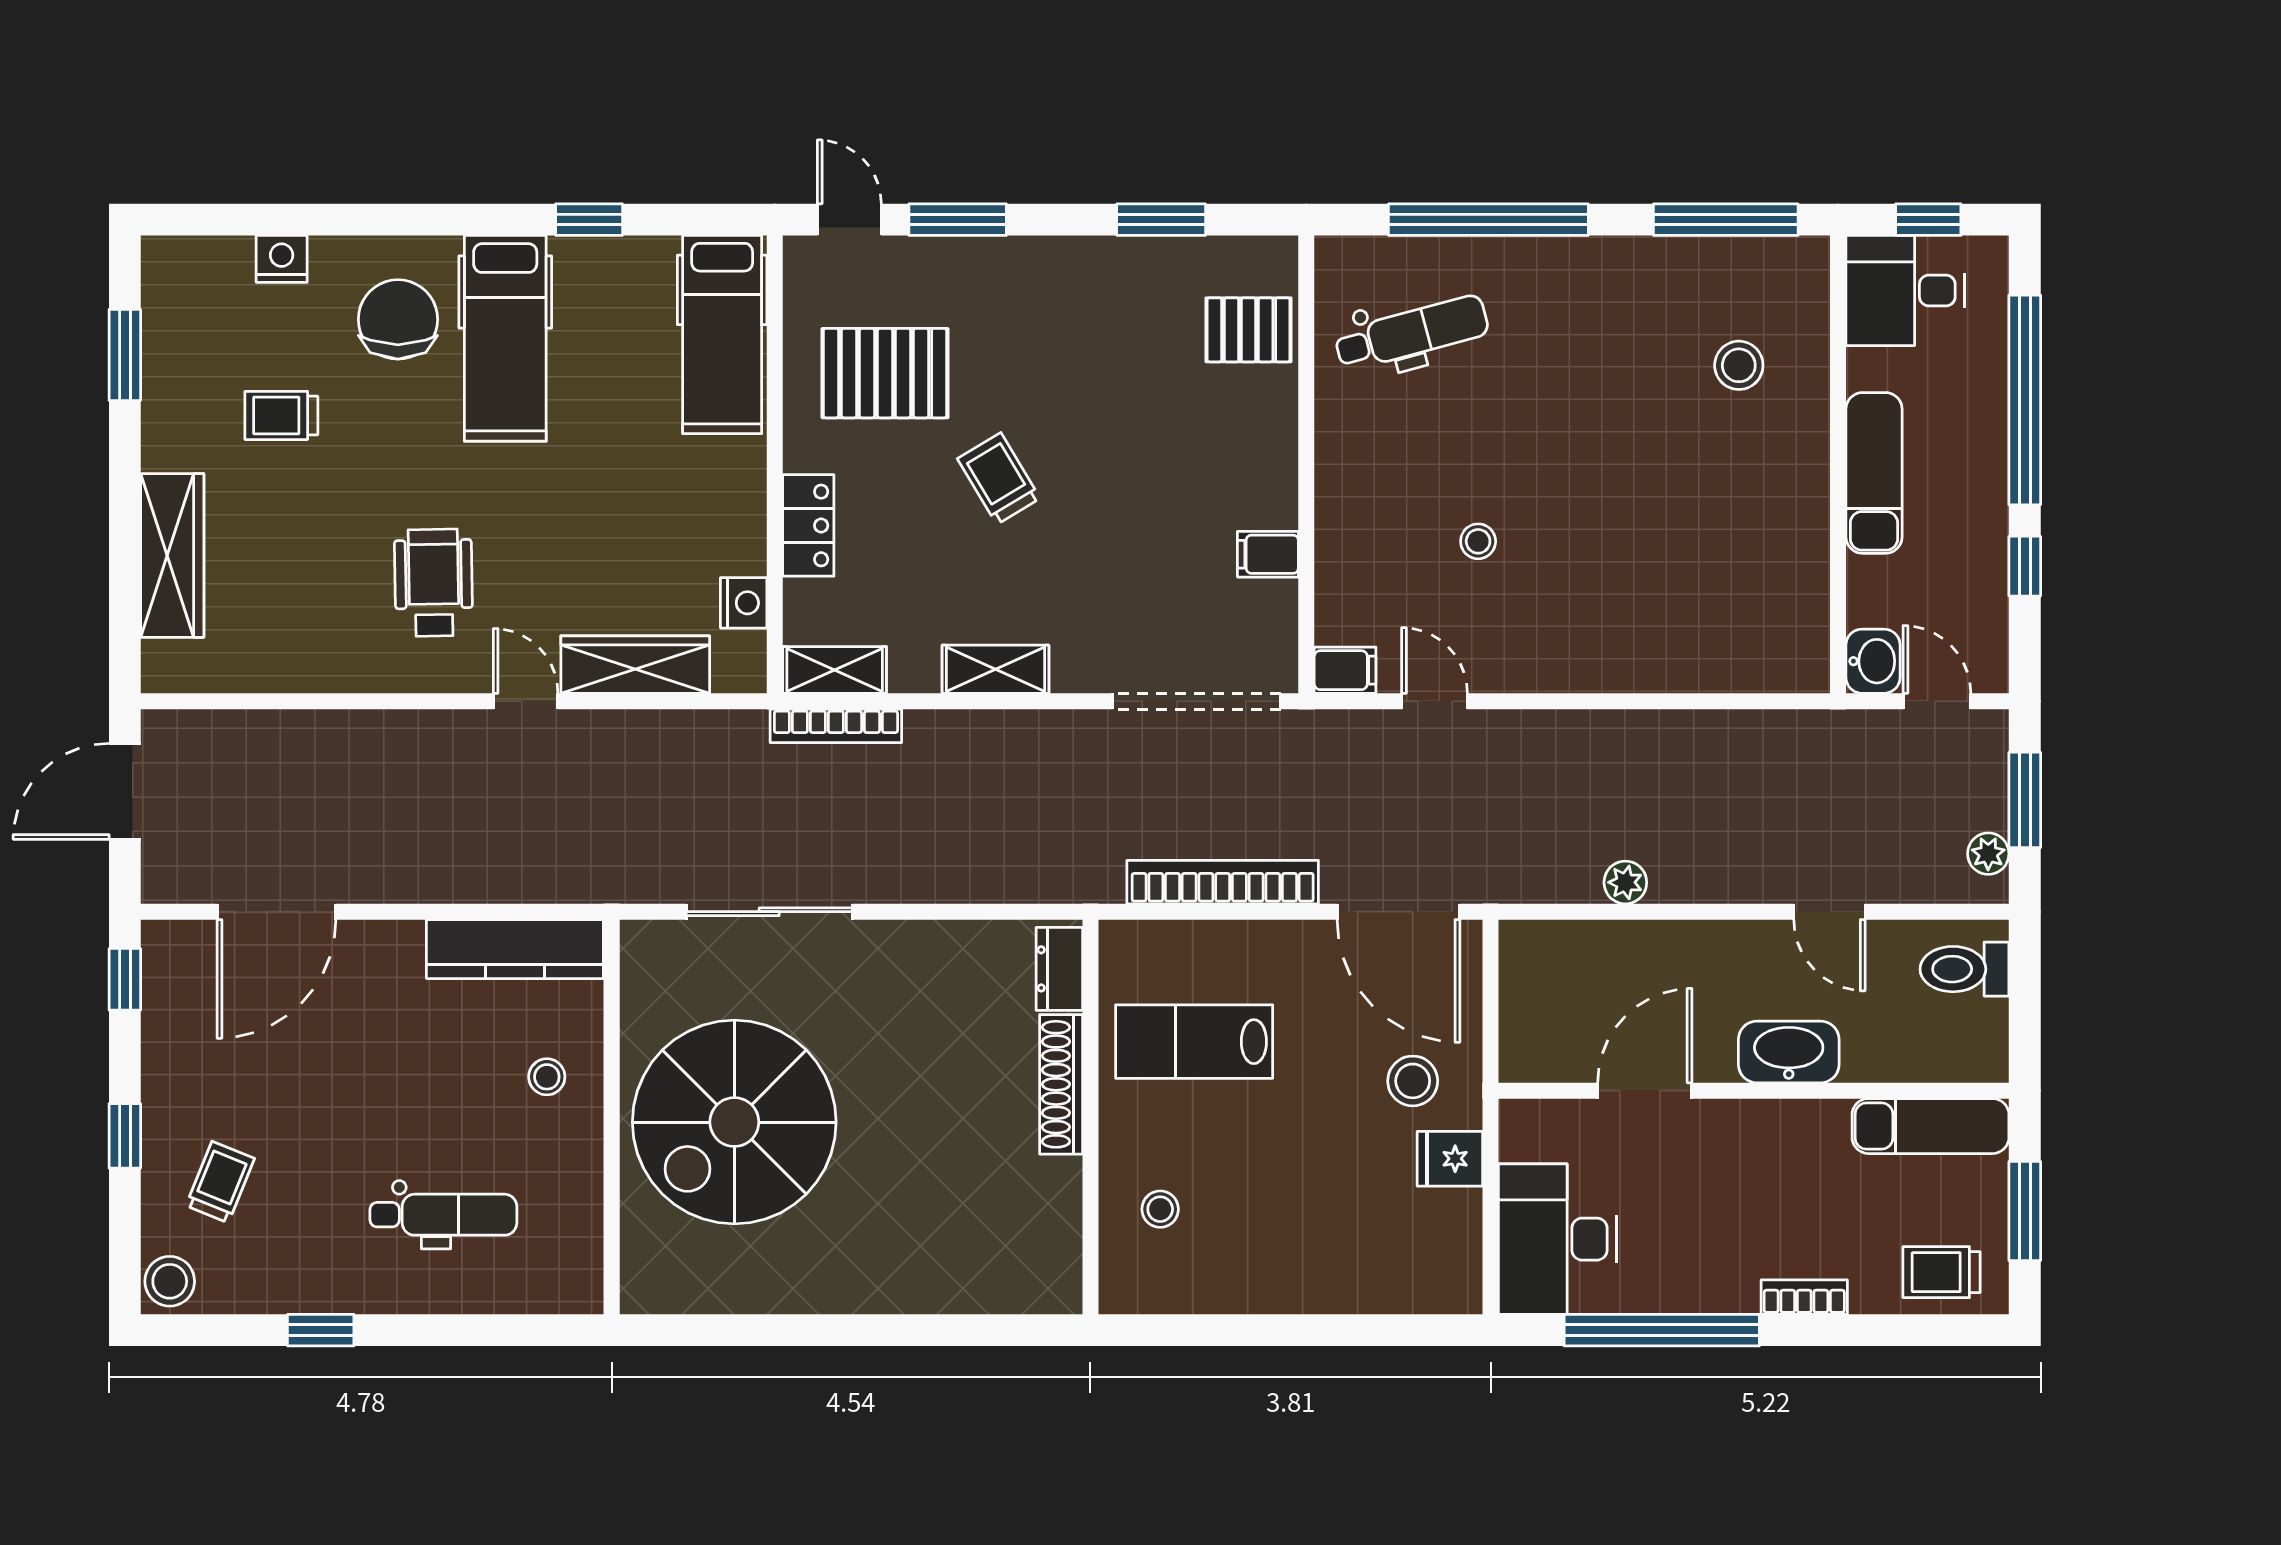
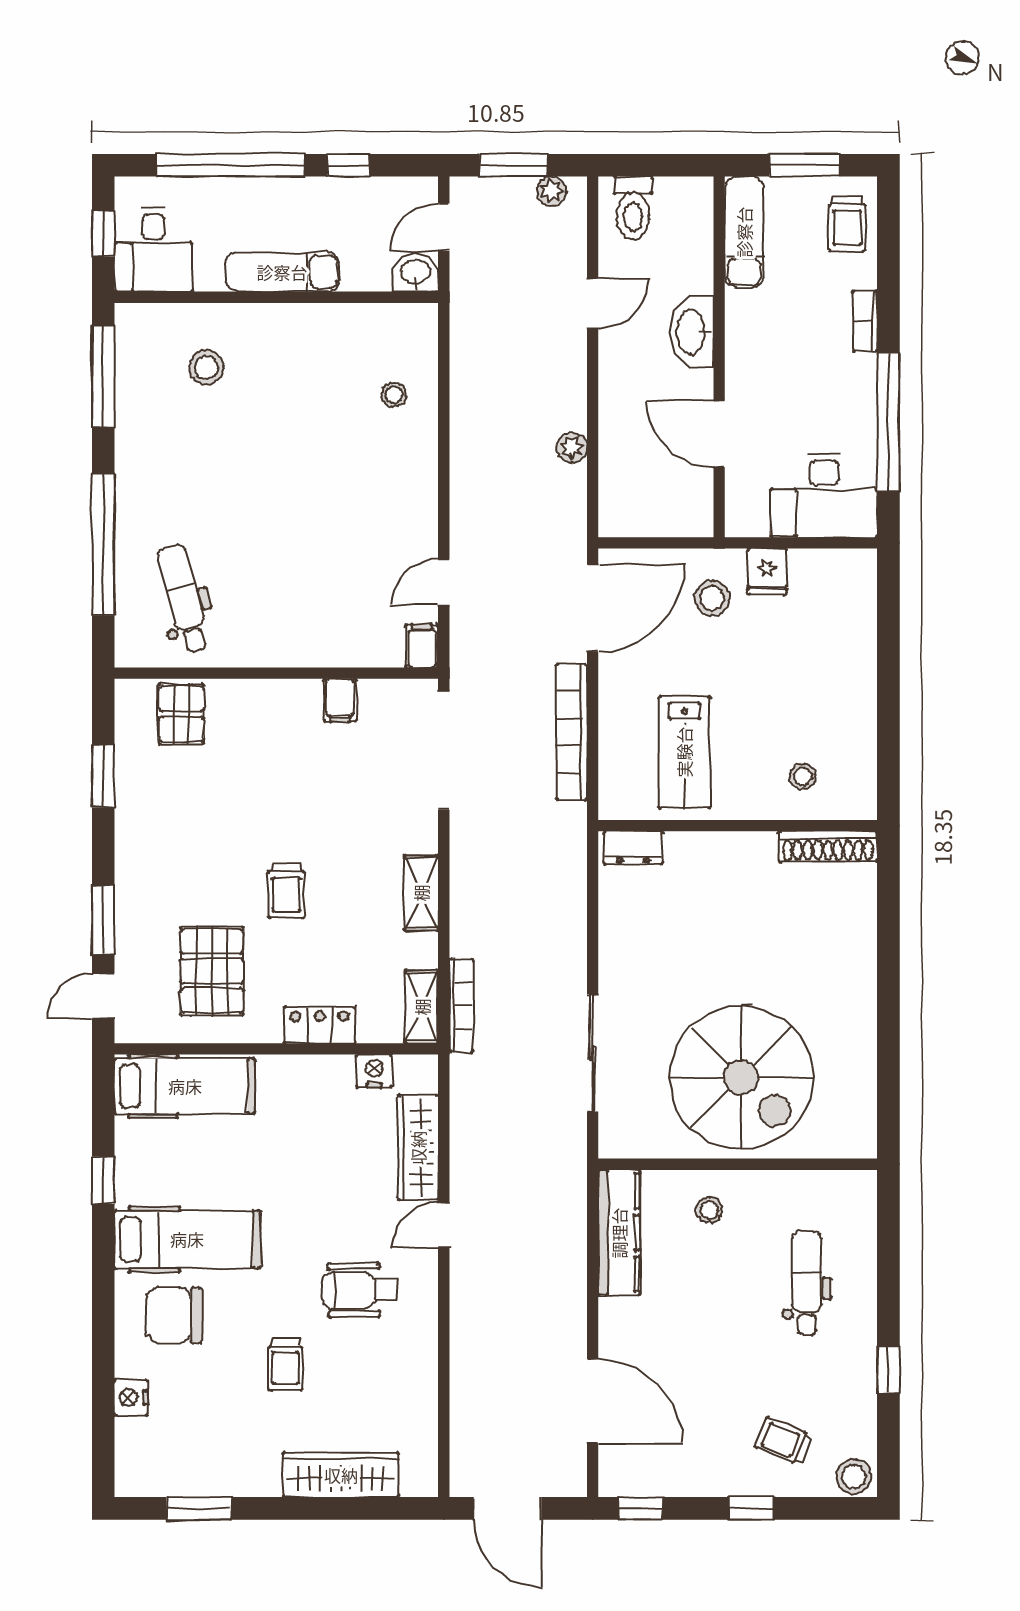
trolley: (281, 415) -> (285, 1365), moved
trolley: (999, 478) -> (286, 891), turned -59
stool: (1478, 541) -> (394, 395), moved
shoe rack: (1061, 1084) -> (828, 846), moved

